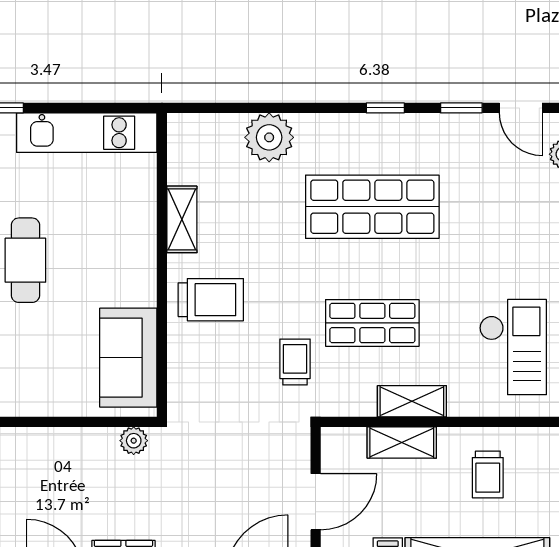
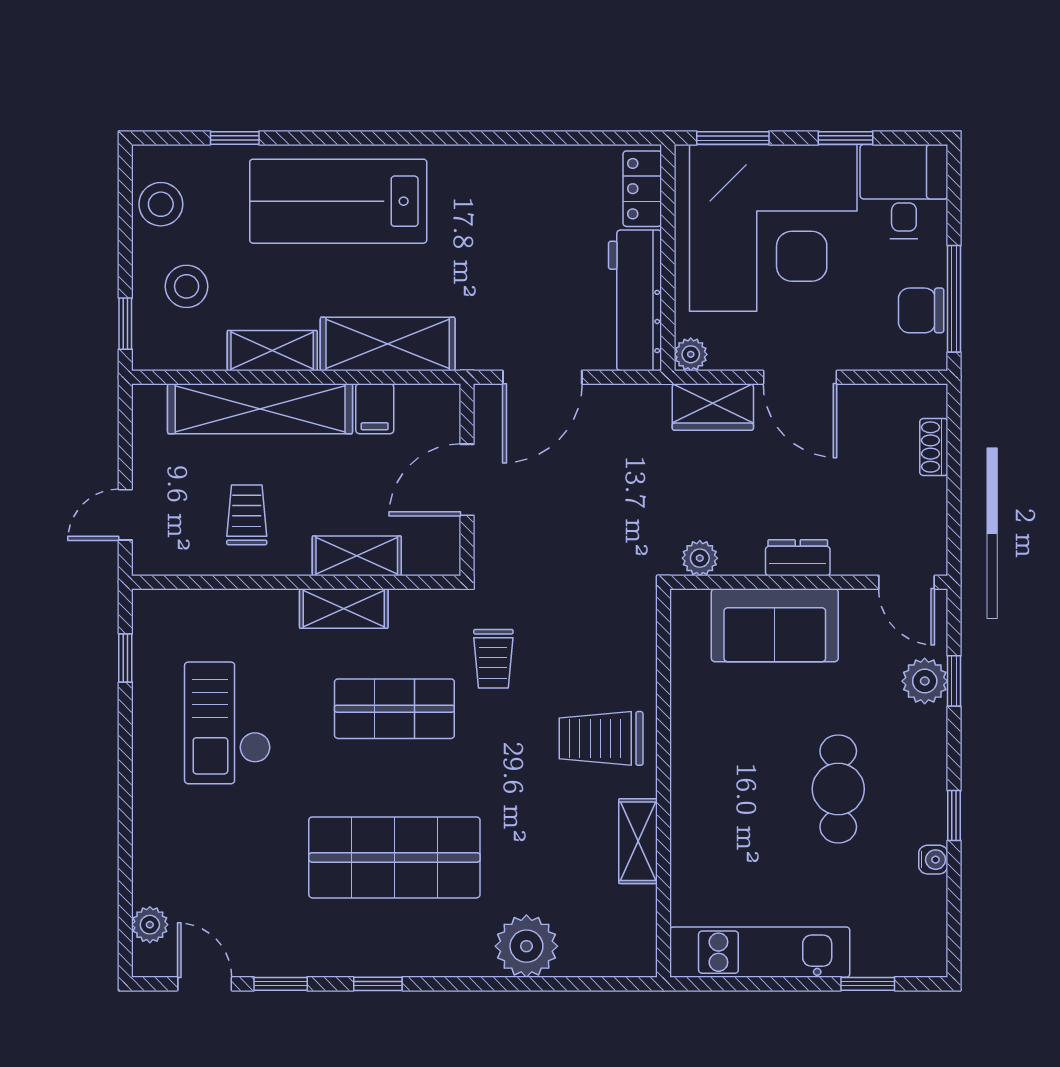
checkout: (513, 347) -> (228, 723), moved
sofa: (128, 358) -> (775, 625), moved, turned 90
dresser: (57, 441) -> (798, 558), added

